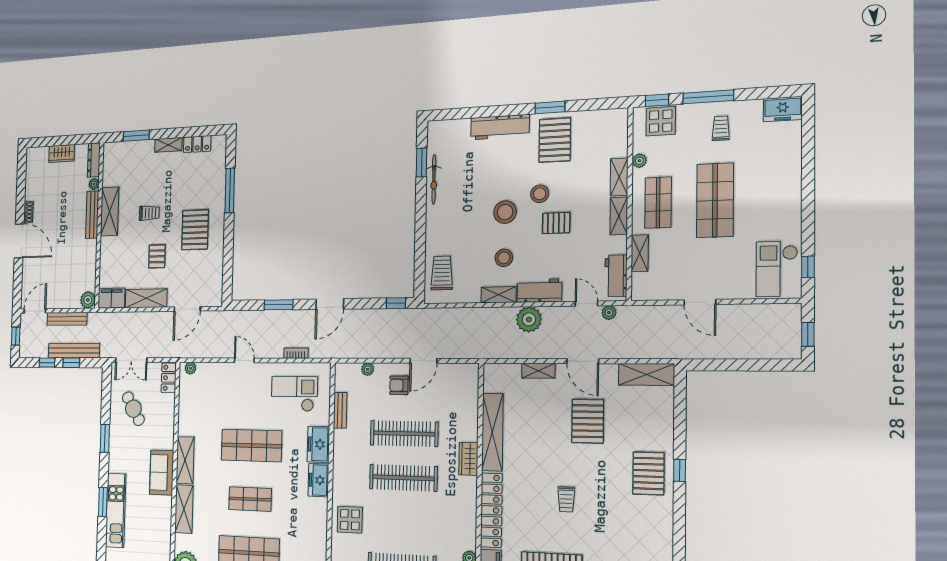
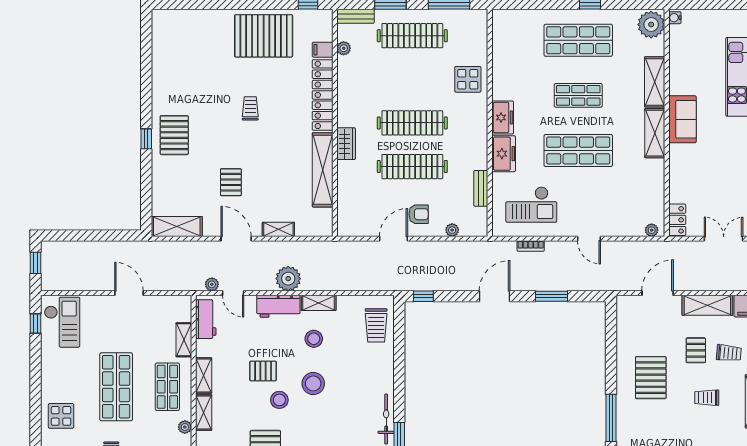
display table: (778, 166) -> (61, 416), added
trolley: (130, 255) -> (729, 353), added
cafe table: (133, 409) -> (719, 186), removed
pallet: (588, 421) -> (231, 182), width x0.67, depth x0.71

